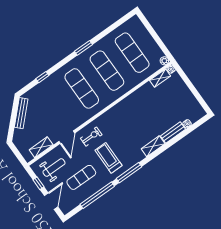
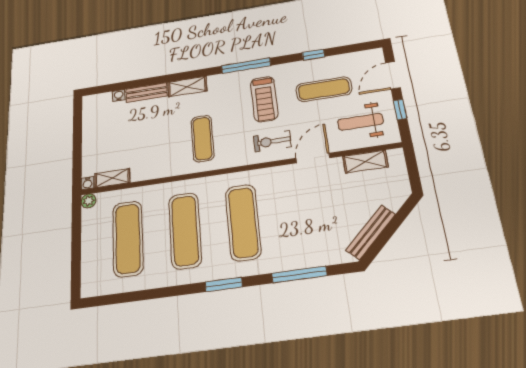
window: (84, 48) -> (224, 284), moved
window: (42, 77) -> (299, 274), width x2.17
exercise mat: (127, 121) -> (202, 139), added
window: (97, 195) -> (314, 55), width x0.32

